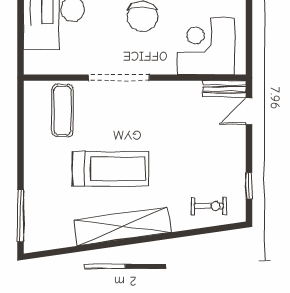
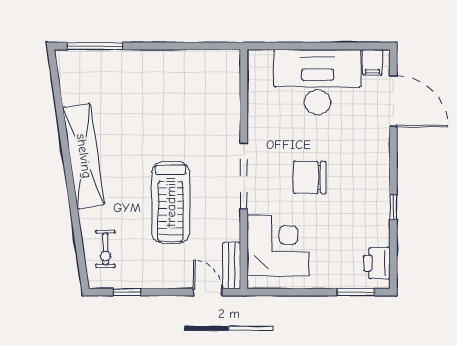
doorway: (119, 78) -> (244, 176), moved
exercise mat: (62, 110) -> (208, 91), removed
treadmill: (110, 169) -> (171, 202), moved

